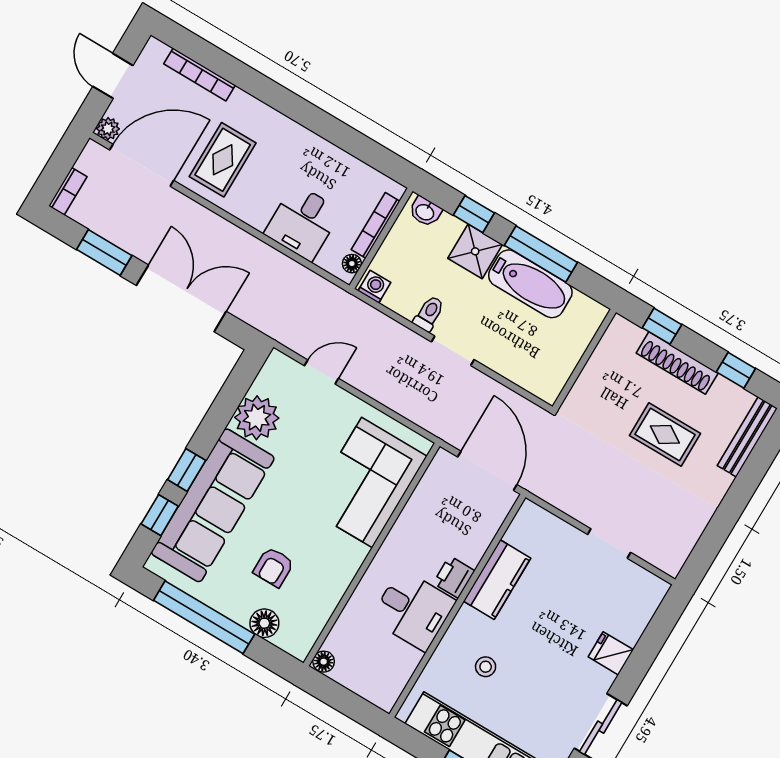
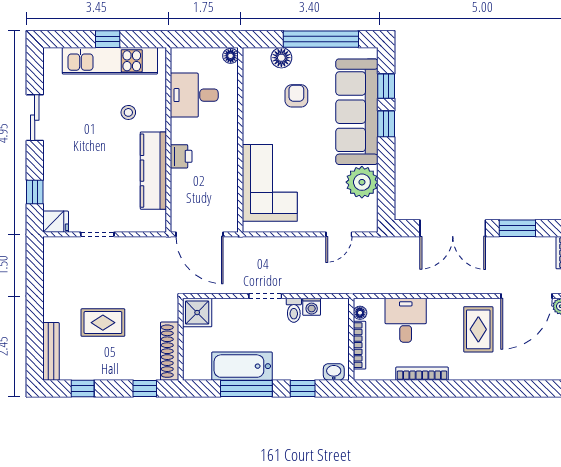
bookcase: (200, 75) -> (422, 374), moved
shower: (475, 251) -> (197, 313), moved
washing machine: (374, 287) -> (312, 307), moved
shoe rack: (677, 363) -> (170, 351), moved, turned -90
kitchen counter: (497, 580) -> (153, 171), width x1.50
desk: (413, 610) -> (194, 95), moved
window: (654, 638) -> (35, 192), added
fridge: (611, 653) -> (56, 222), moved

